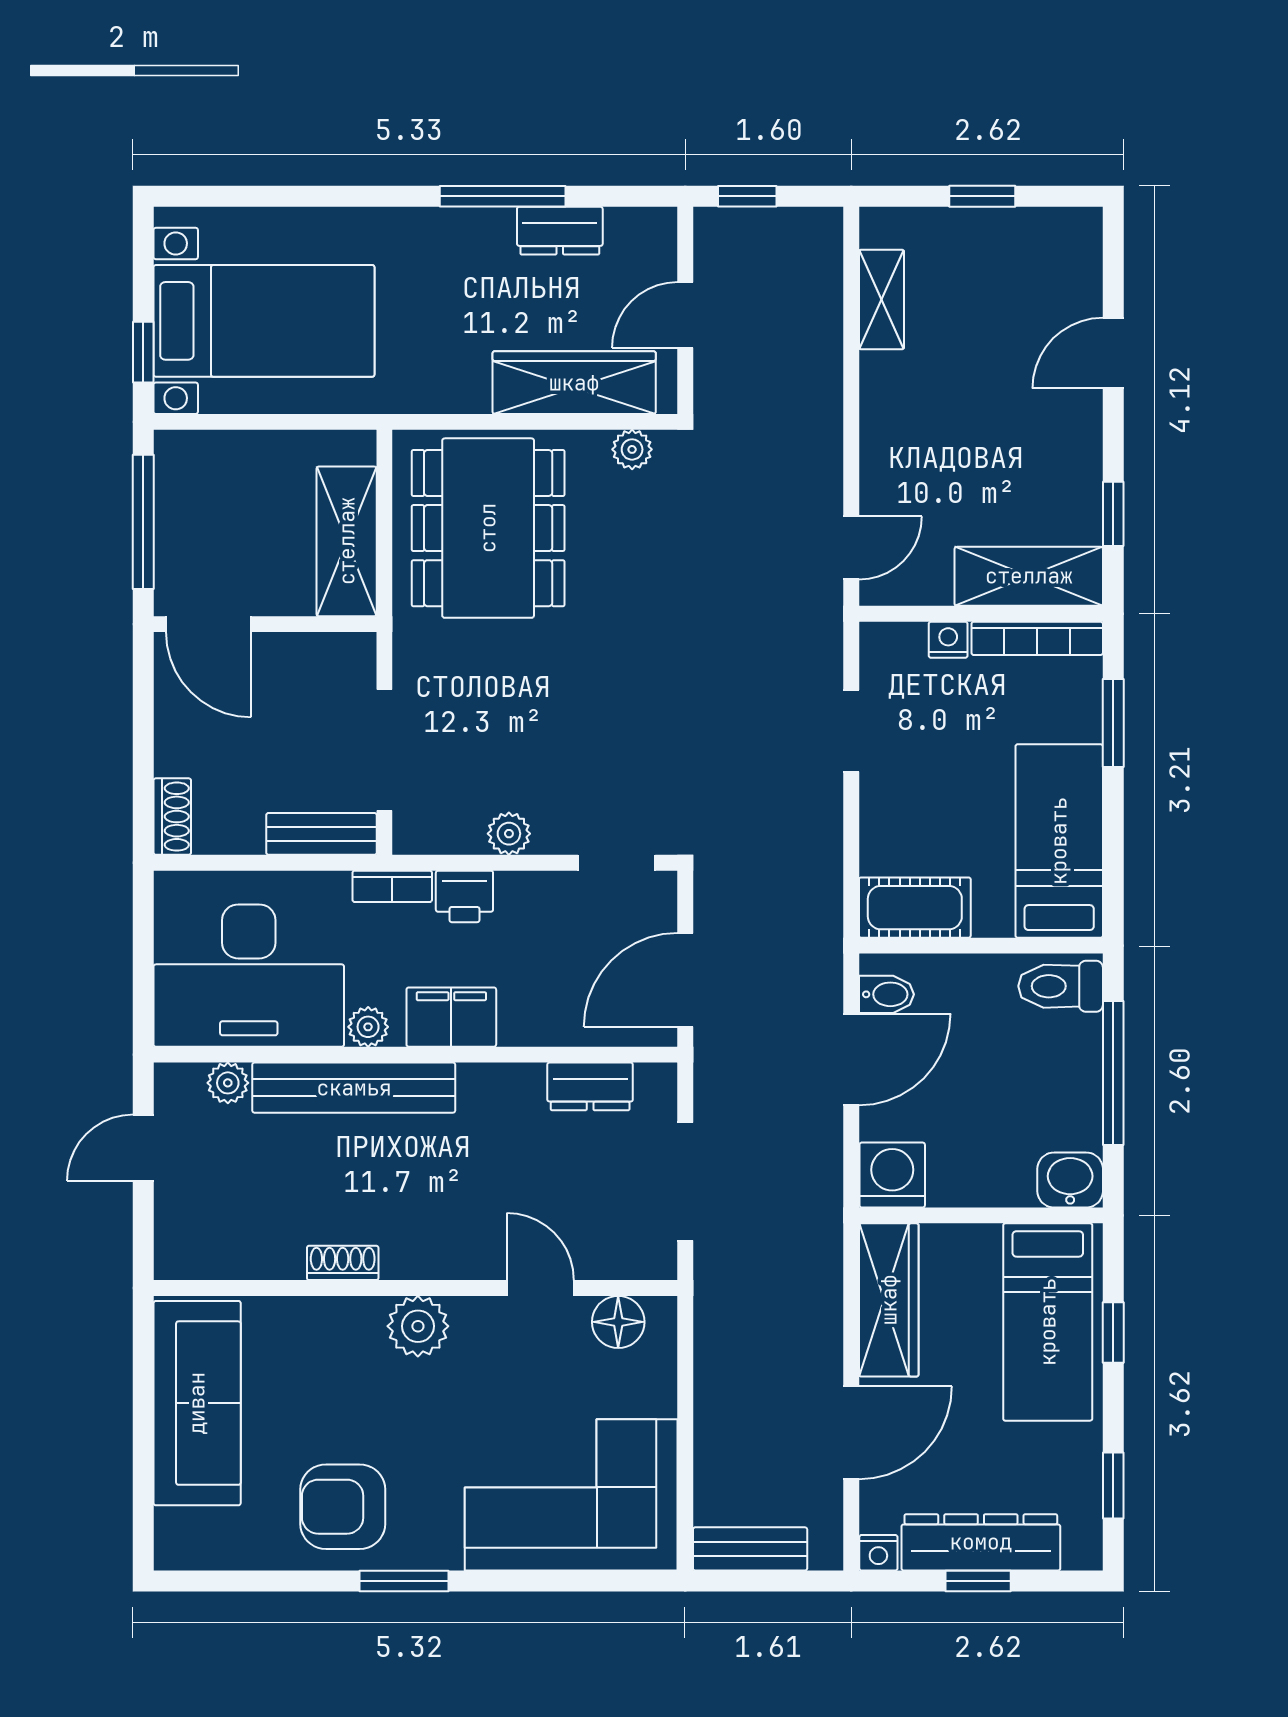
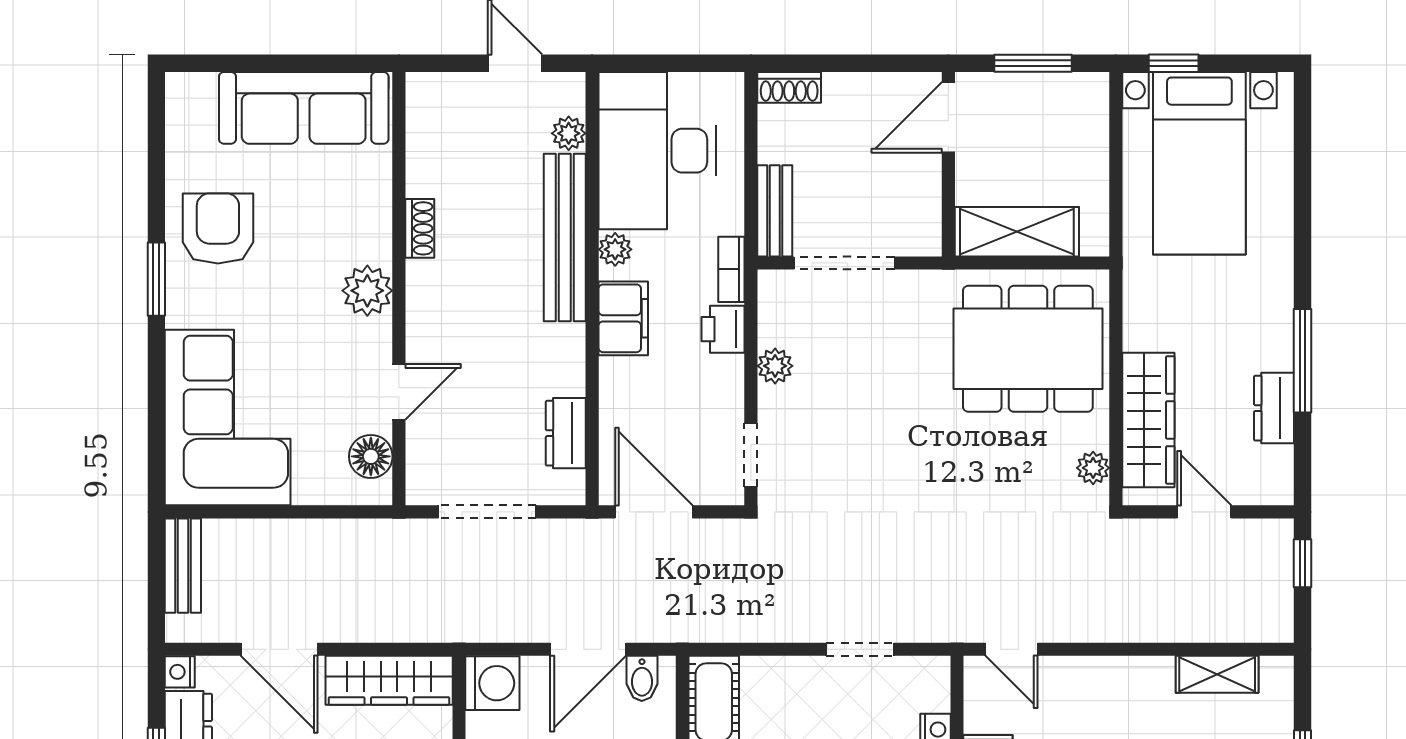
window: (143, 522) -> (1033, 63), width x0.69
door: (851, 1059) -> (588, 649), hinge flipped

